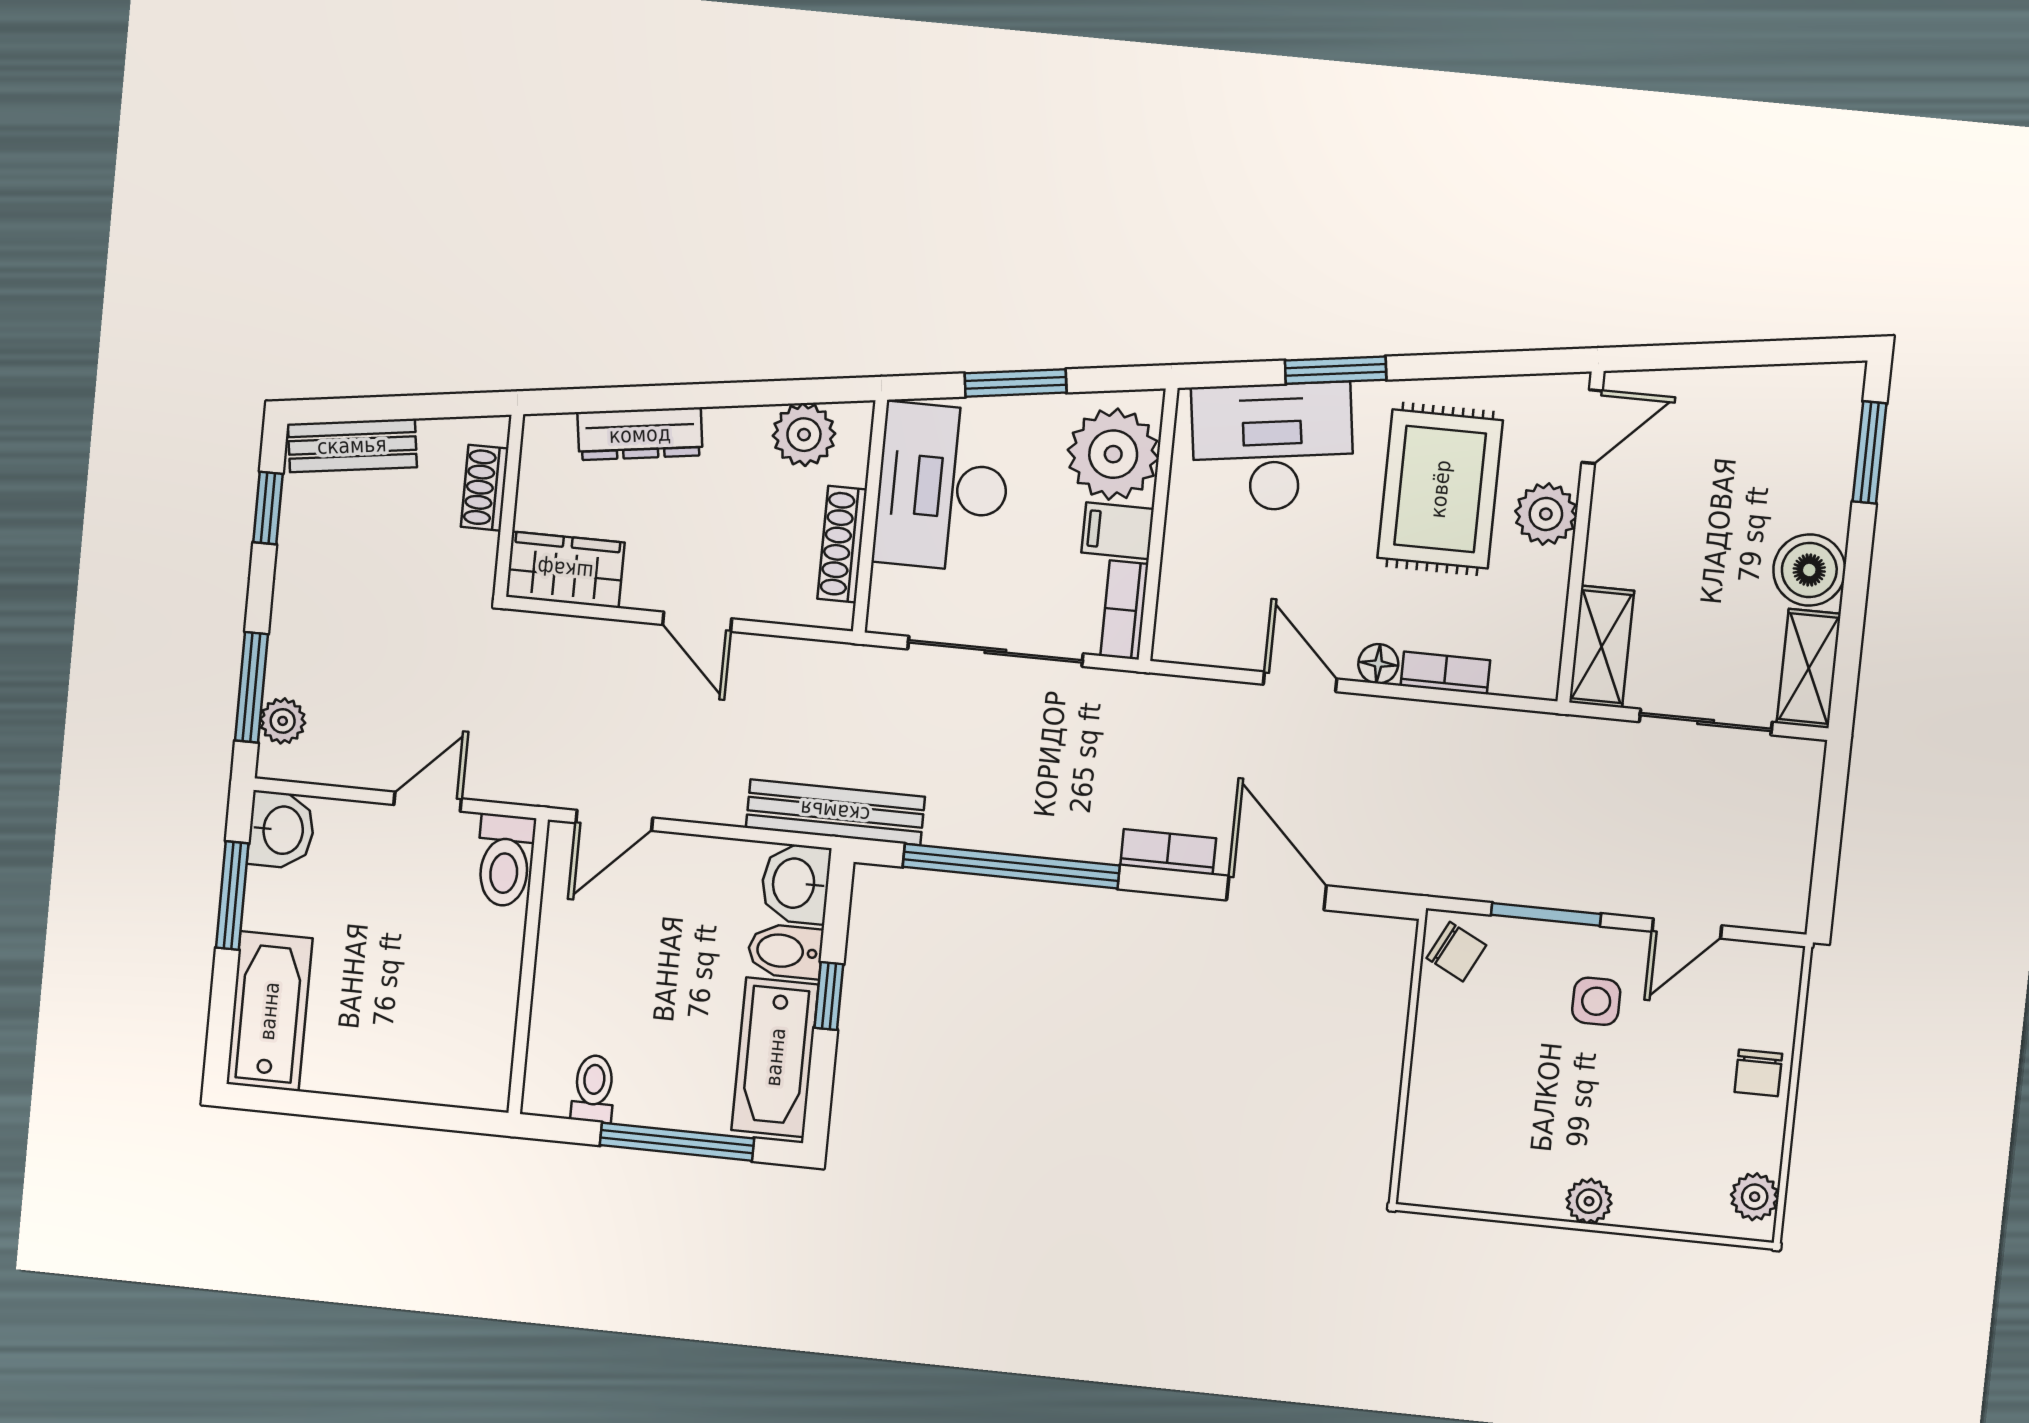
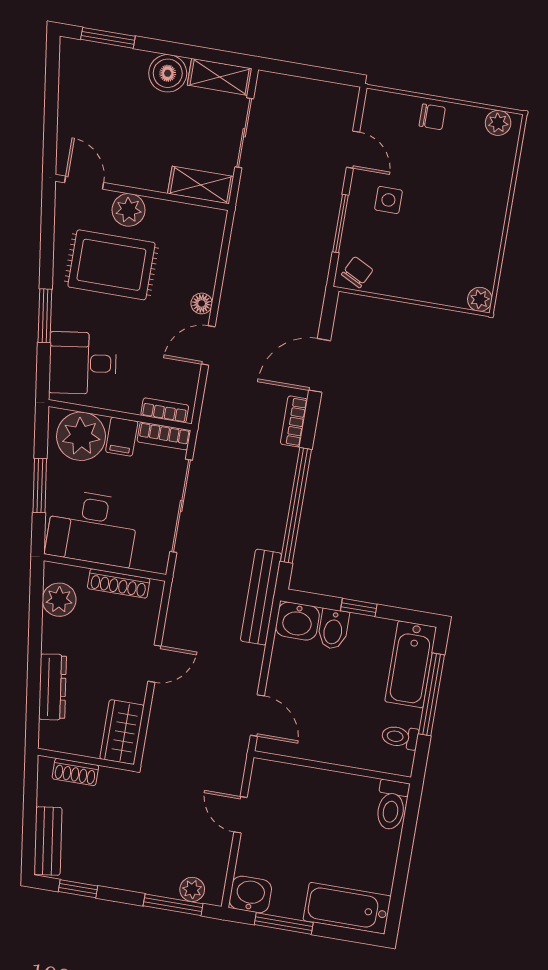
desk: (1273, 447) -> (83, 363), width x0.73
bookcase: (1445, 673) -> (165, 410), moved, turned 90
toilet: (505, 861) -> (392, 805), moved, turned 90
bathtub: (775, 1057) -> (411, 664), moved, turned 90
plant: (1589, 1201) -> (480, 299), moved

